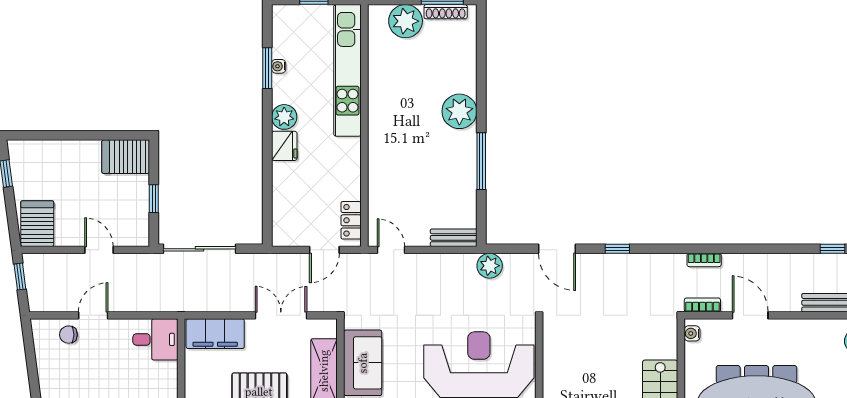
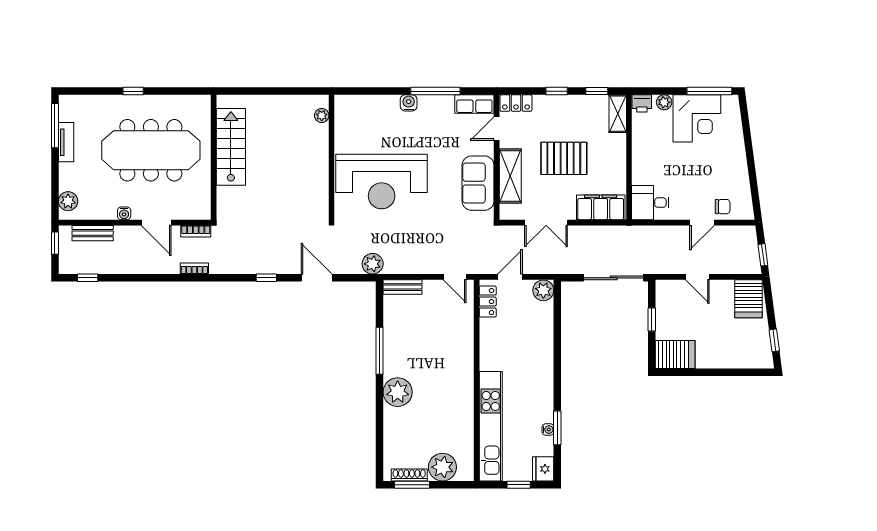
plant: (284, 117) -> (543, 290), moved
fridge: (284, 146) -> (543, 469), moved
water cooler: (692, 333) -> (124, 213), moved, turned 90

